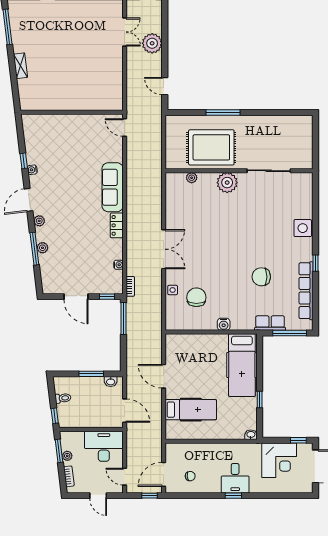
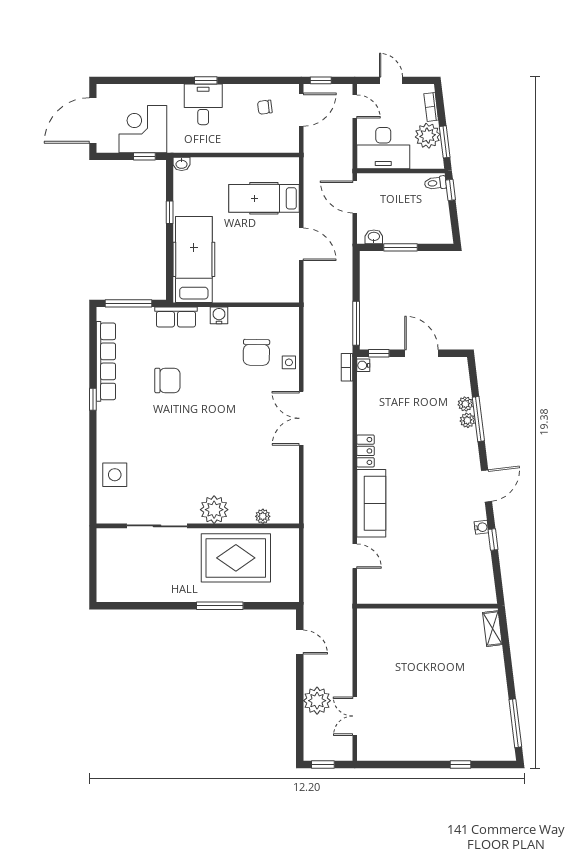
shelving: (20, 66) -> (492, 629), moved
door: (125, 128) -> (355, 556), moved
plant: (39, 221) -> (465, 404), moved
side table: (303, 228) -> (115, 475), moved
water cooler: (118, 265) -> (363, 365), moved
row of seats: (270, 323) -> (176, 317), moved
toilet: (63, 398) -> (435, 183), moved
window: (298, 440) -> (144, 156), moved
plant: (67, 456) -> (428, 136), width x1.88, depth x1.88

